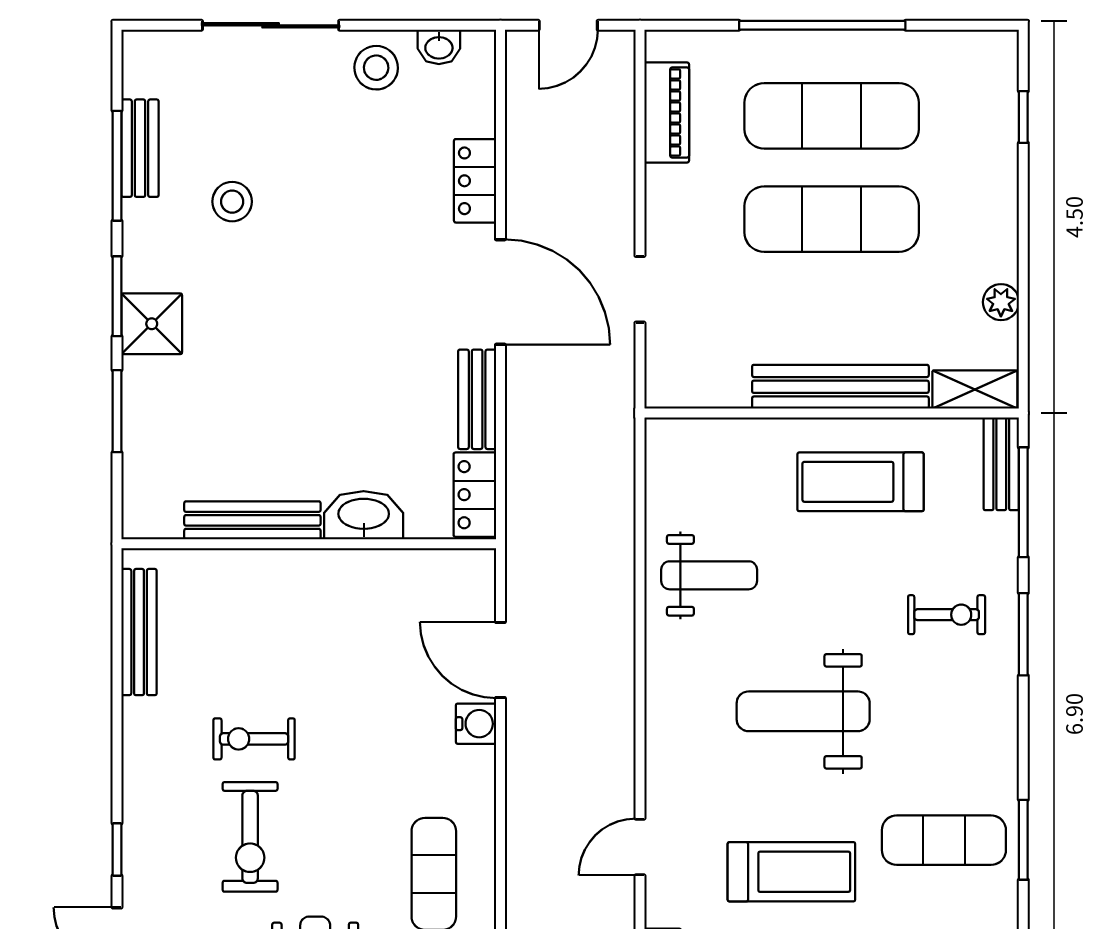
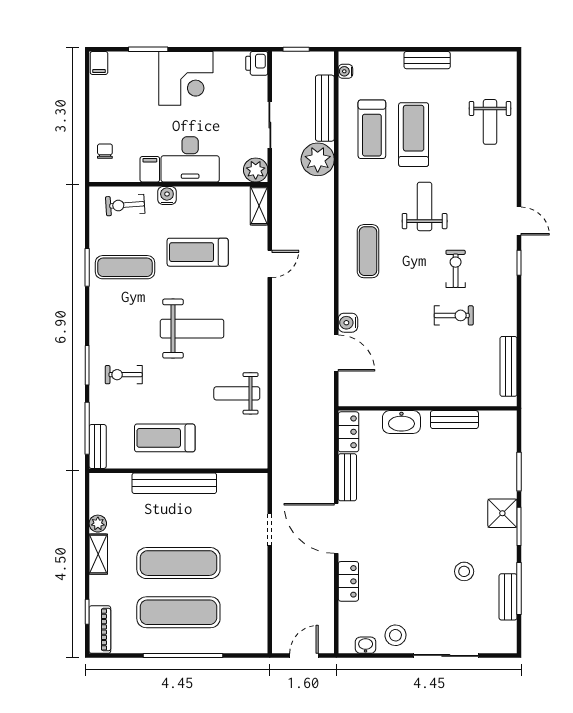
piano: (667, 112) -> (100, 630), moved, turned 180
shelving: (975, 390) -> (98, 554), moved, turned 90
treadmill: (861, 482) -> (165, 438), turned 180
bench: (252, 520) -> (454, 420), width x0.73
exercise bike: (250, 837) -> (456, 269), width x0.73, depth x0.72

